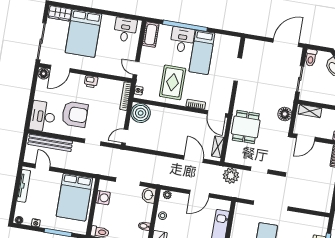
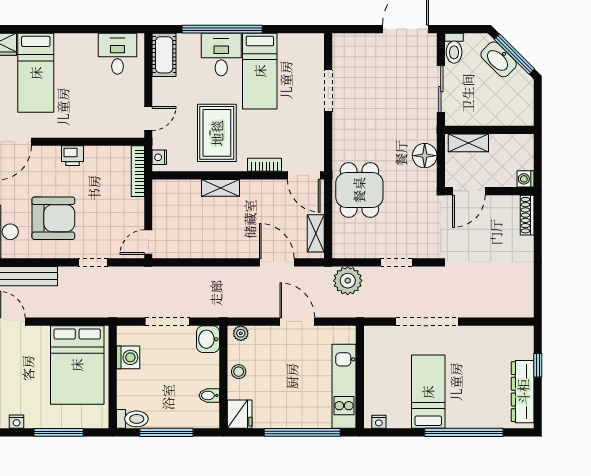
bed: (83, 33) -> (36, 73), width x0.67
door: (136, 68) -> (148, 118), swing flipped
boiler: (141, 113) -> (169, 197), removed
shelving: (170, 113) -> (221, 188), added
door: (199, 194) -> (297, 322), swing flipped

